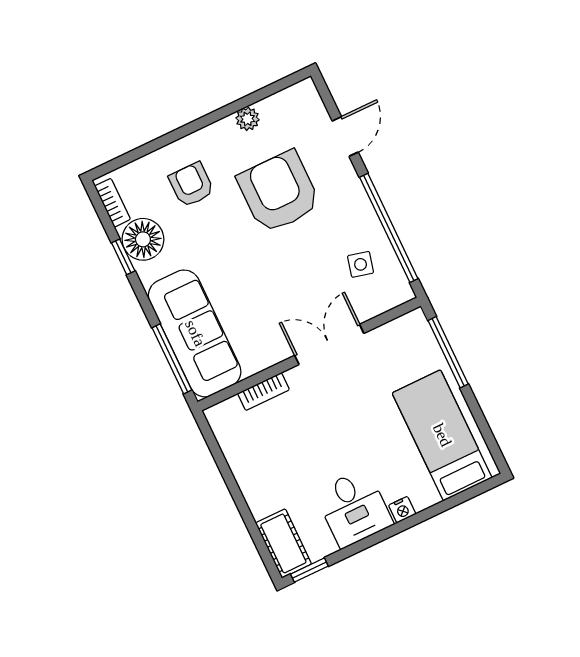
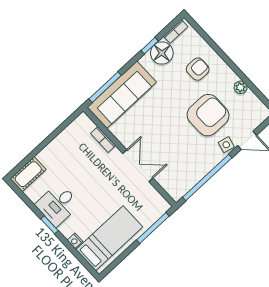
side table: (361, 264) -> (226, 145), moved
nightstand: (402, 510) -> (75, 241), moved
window: (309, 570) -> (50, 225), moved

